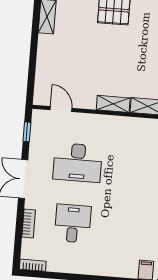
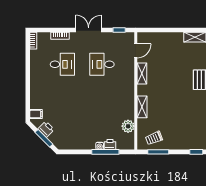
shelving: (113, 104) -> (142, 74), moved
desk: (78, 163) -> (102, 64), width x0.73

